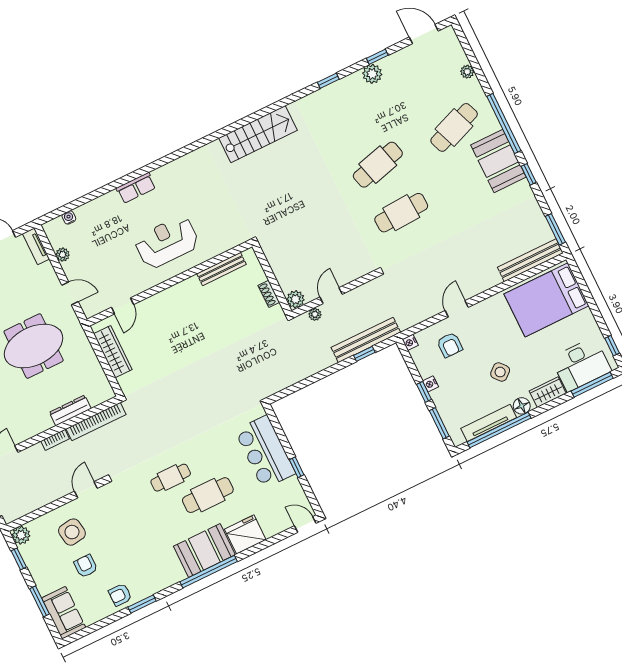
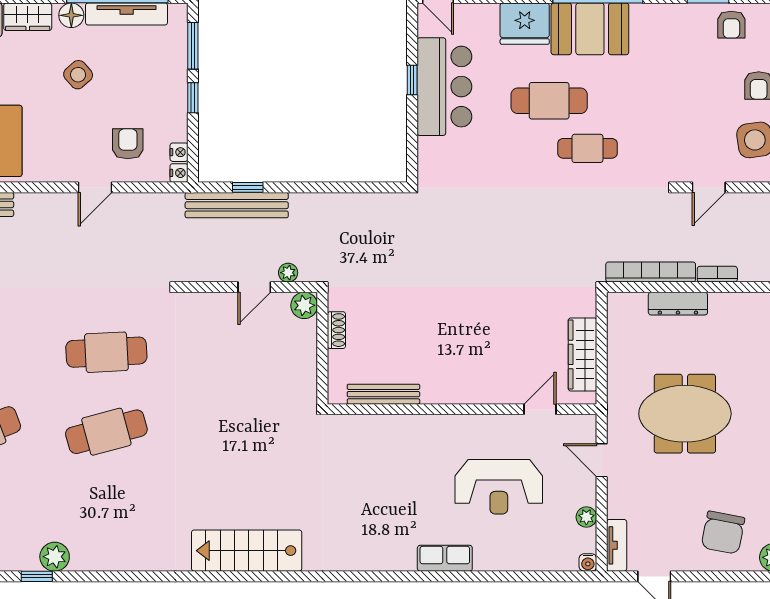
window: (328, 81) -> (118, 576), removed
water cooler: (69, 217) -> (588, 562), moved
reception desk: (167, 242) -> (499, 487), moved
nightstand: (430, 384) -> (179, 152), moved
bar counter: (265, 452) -> (444, 87), moved
armchair: (120, 595) -> (731, 25), turned 90

